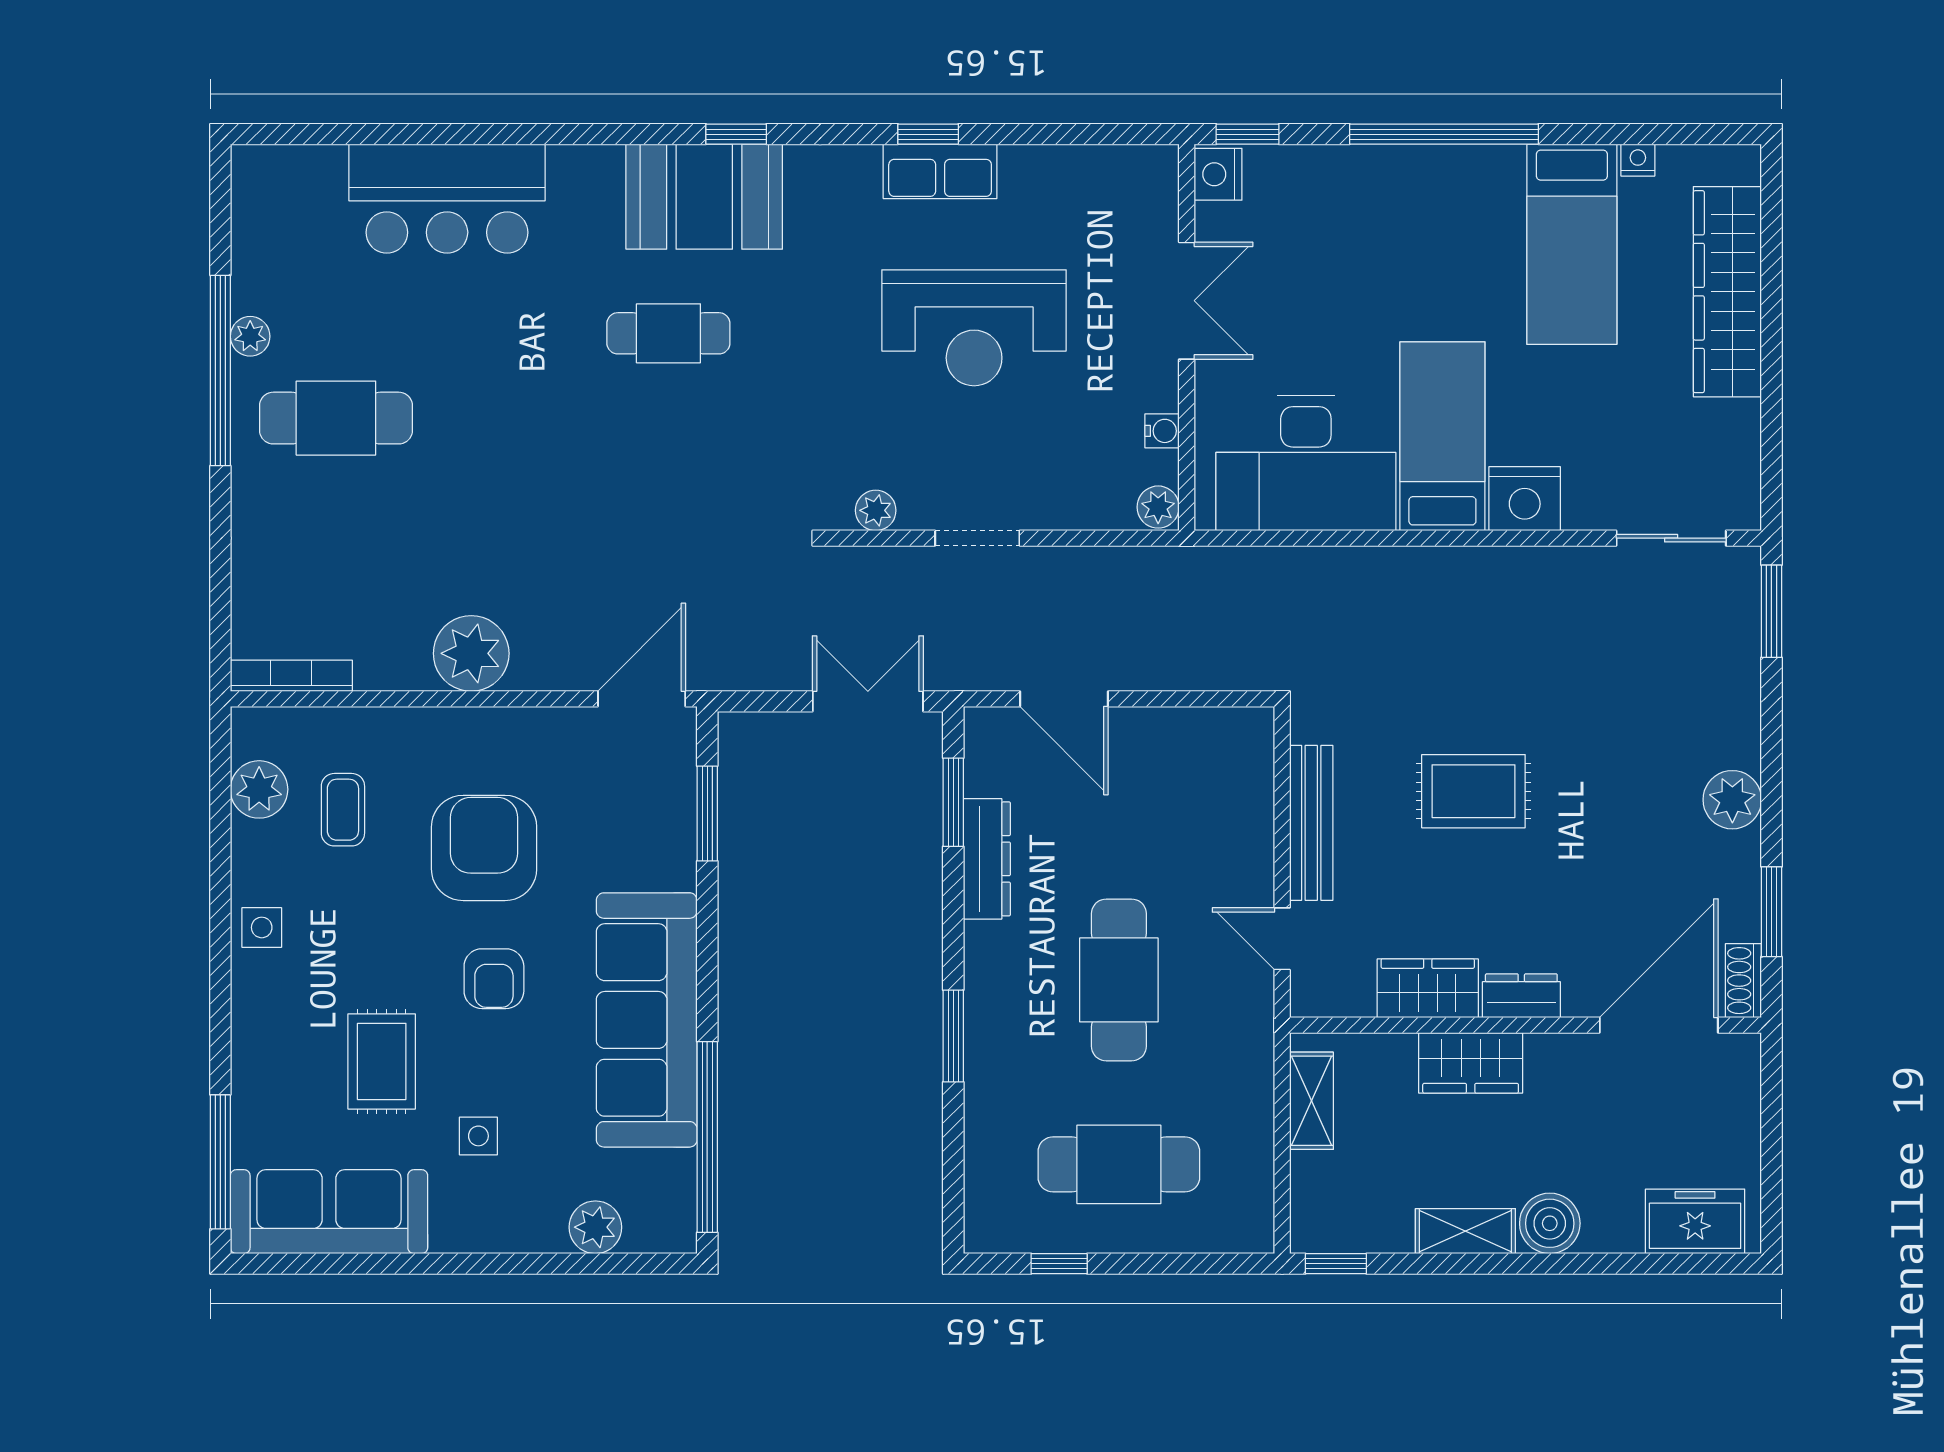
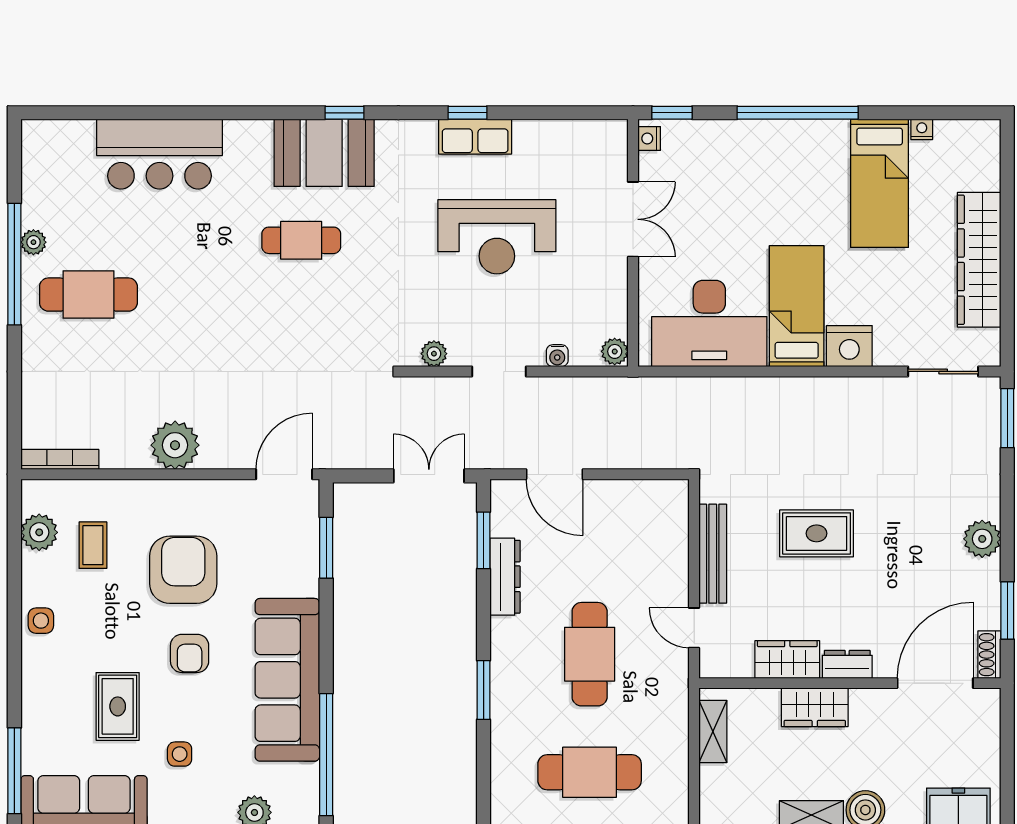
nightstand: (1218, 174) -> (649, 138), width x0.72, depth x0.74
wardrobe: (1727, 292) -> (979, 260), moved
water cooler: (1162, 431) -> (557, 356), moved, turned 90

